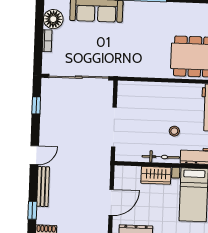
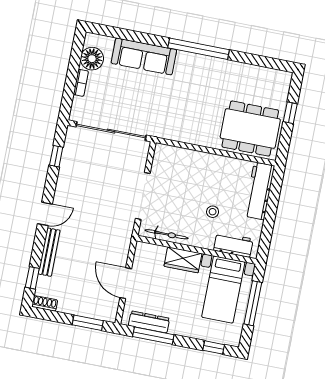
bicycle: (161, 157) -> (167, 234), moved
door: (111, 202) -> (126, 283), swing flipped

